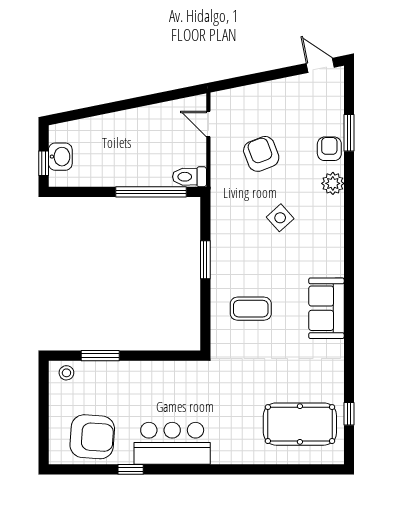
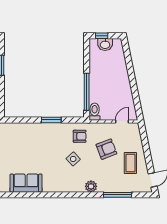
window: (349, 133) -> (118, 195), width x1.44
armchair: (329, 149) -> (80, 136), moved
coffee table: (251, 309) -> (130, 163), moved

